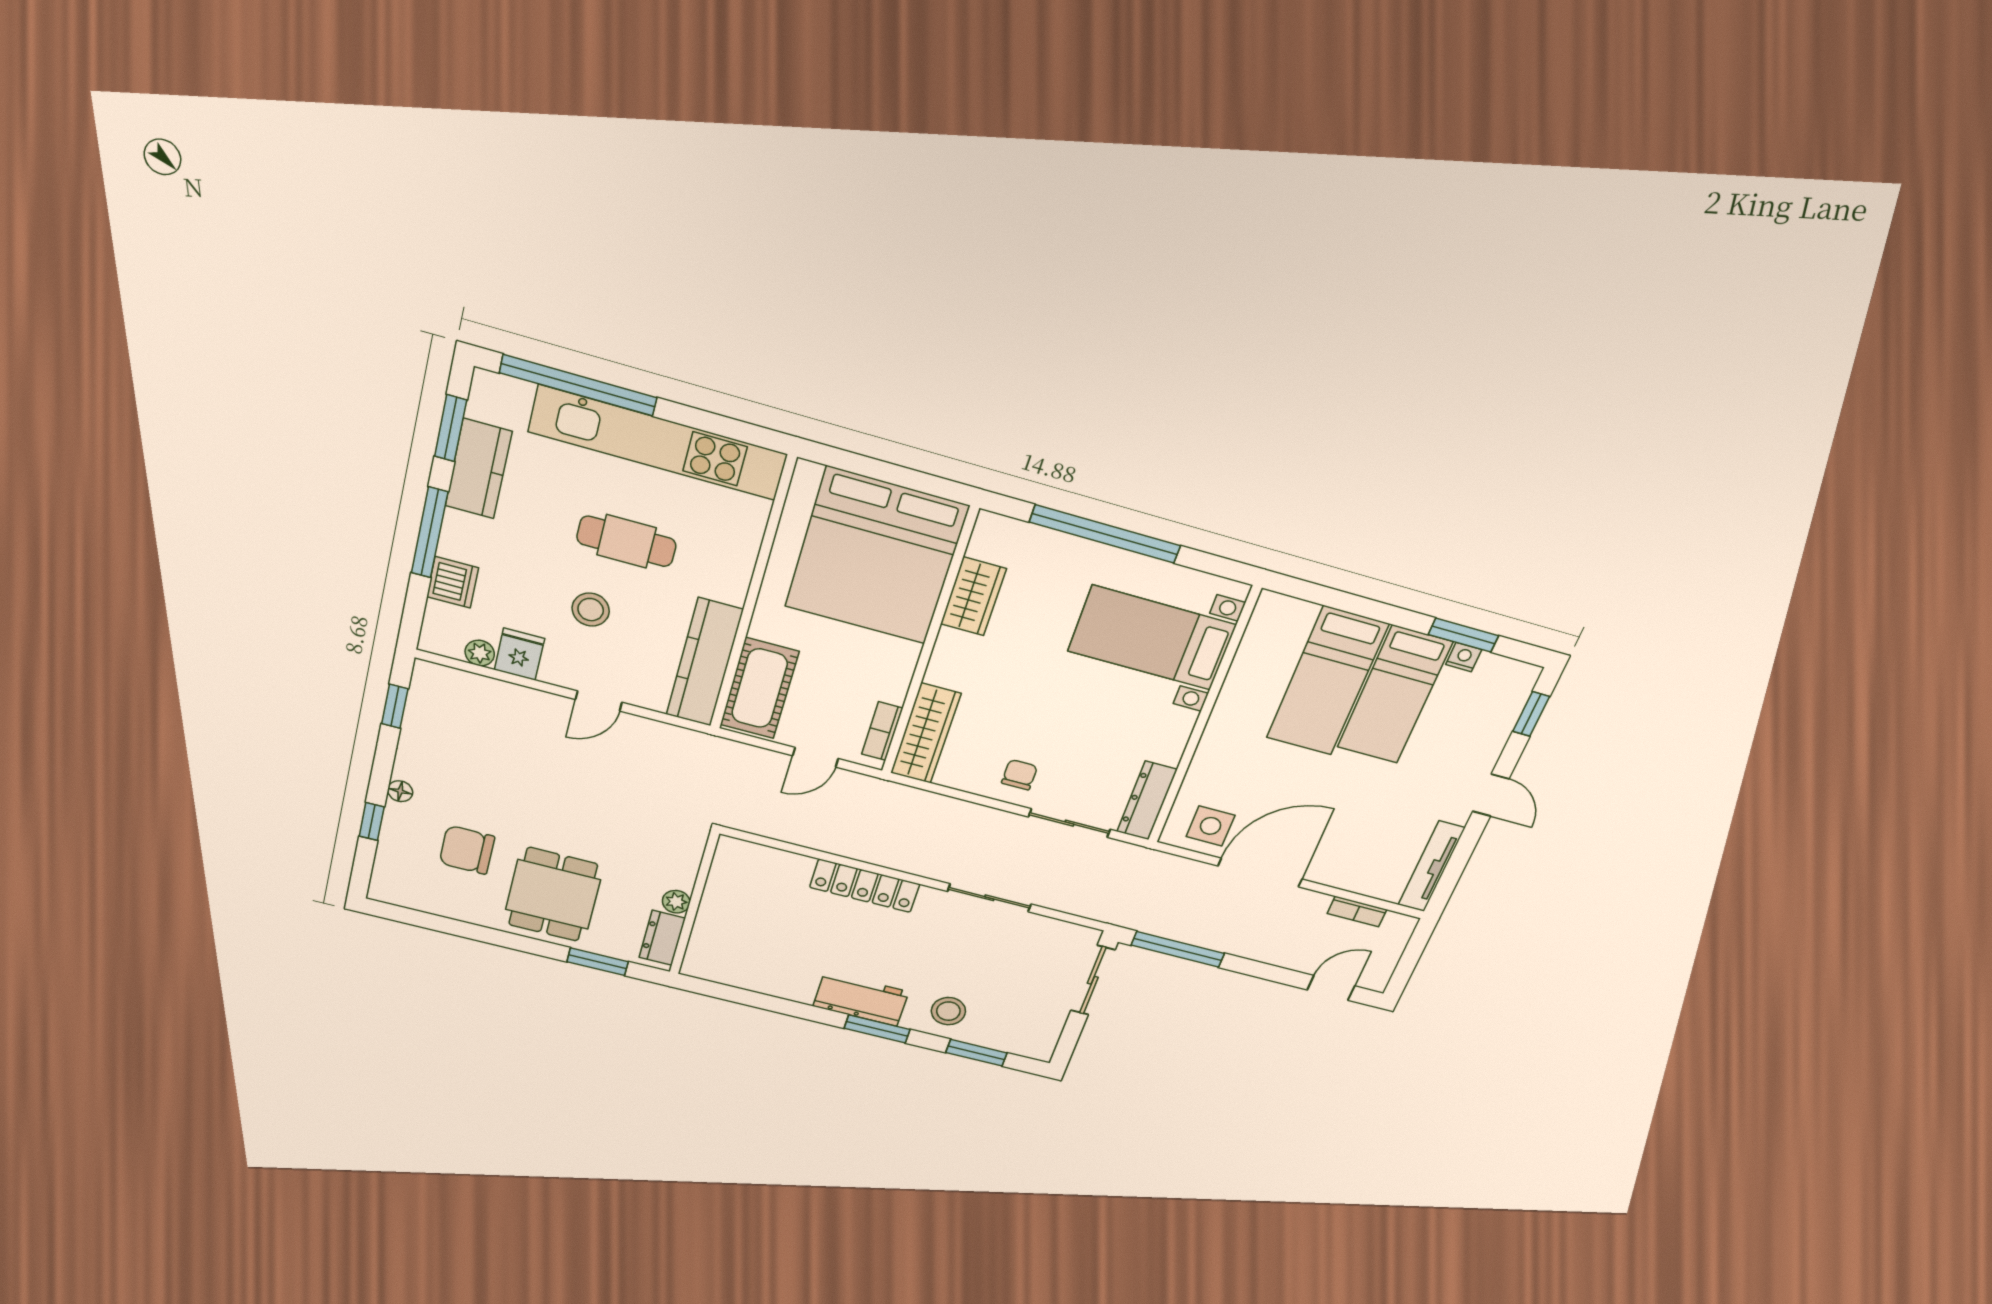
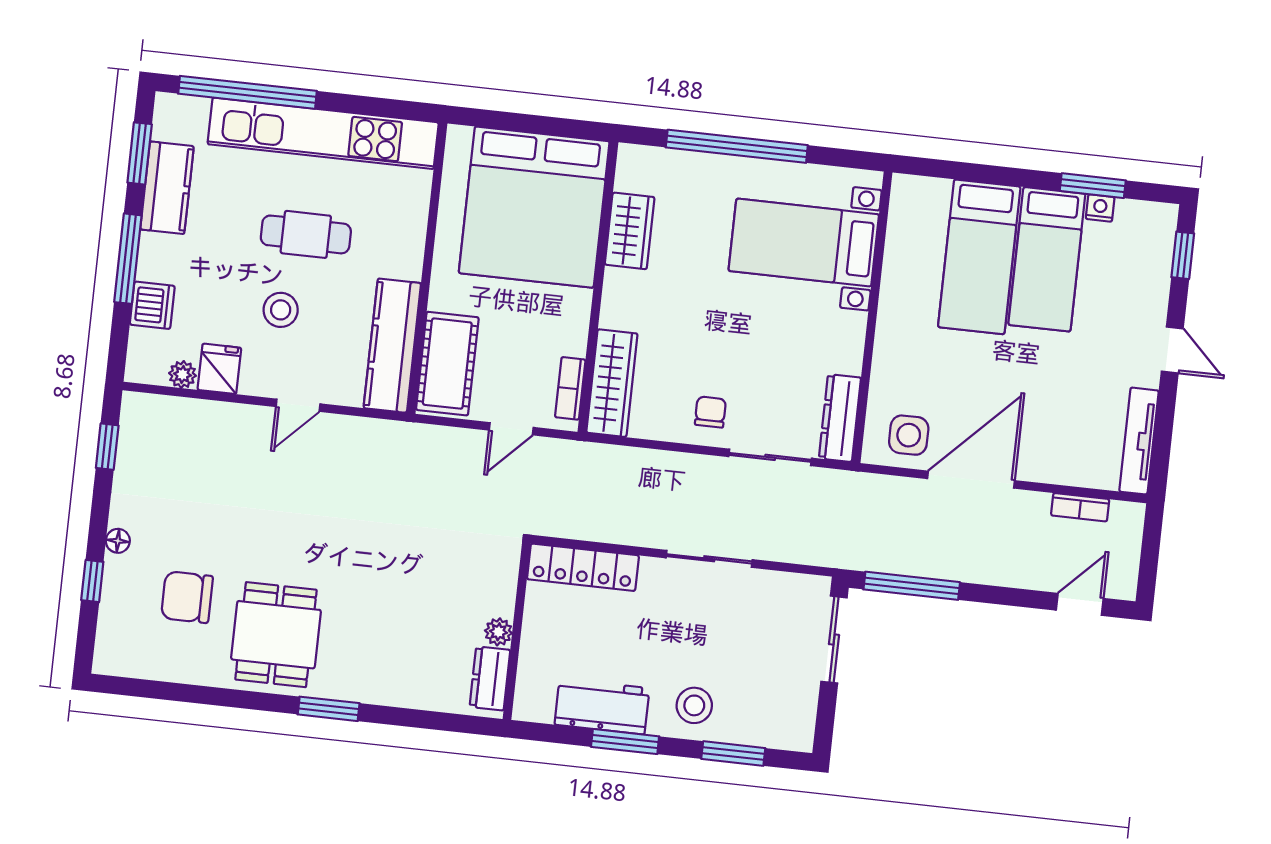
plant: (676, 902) -> (498, 632), moved
wall: (694, 904) -> (517, 631), moved
dresser: (662, 938) -> (490, 678), moved

